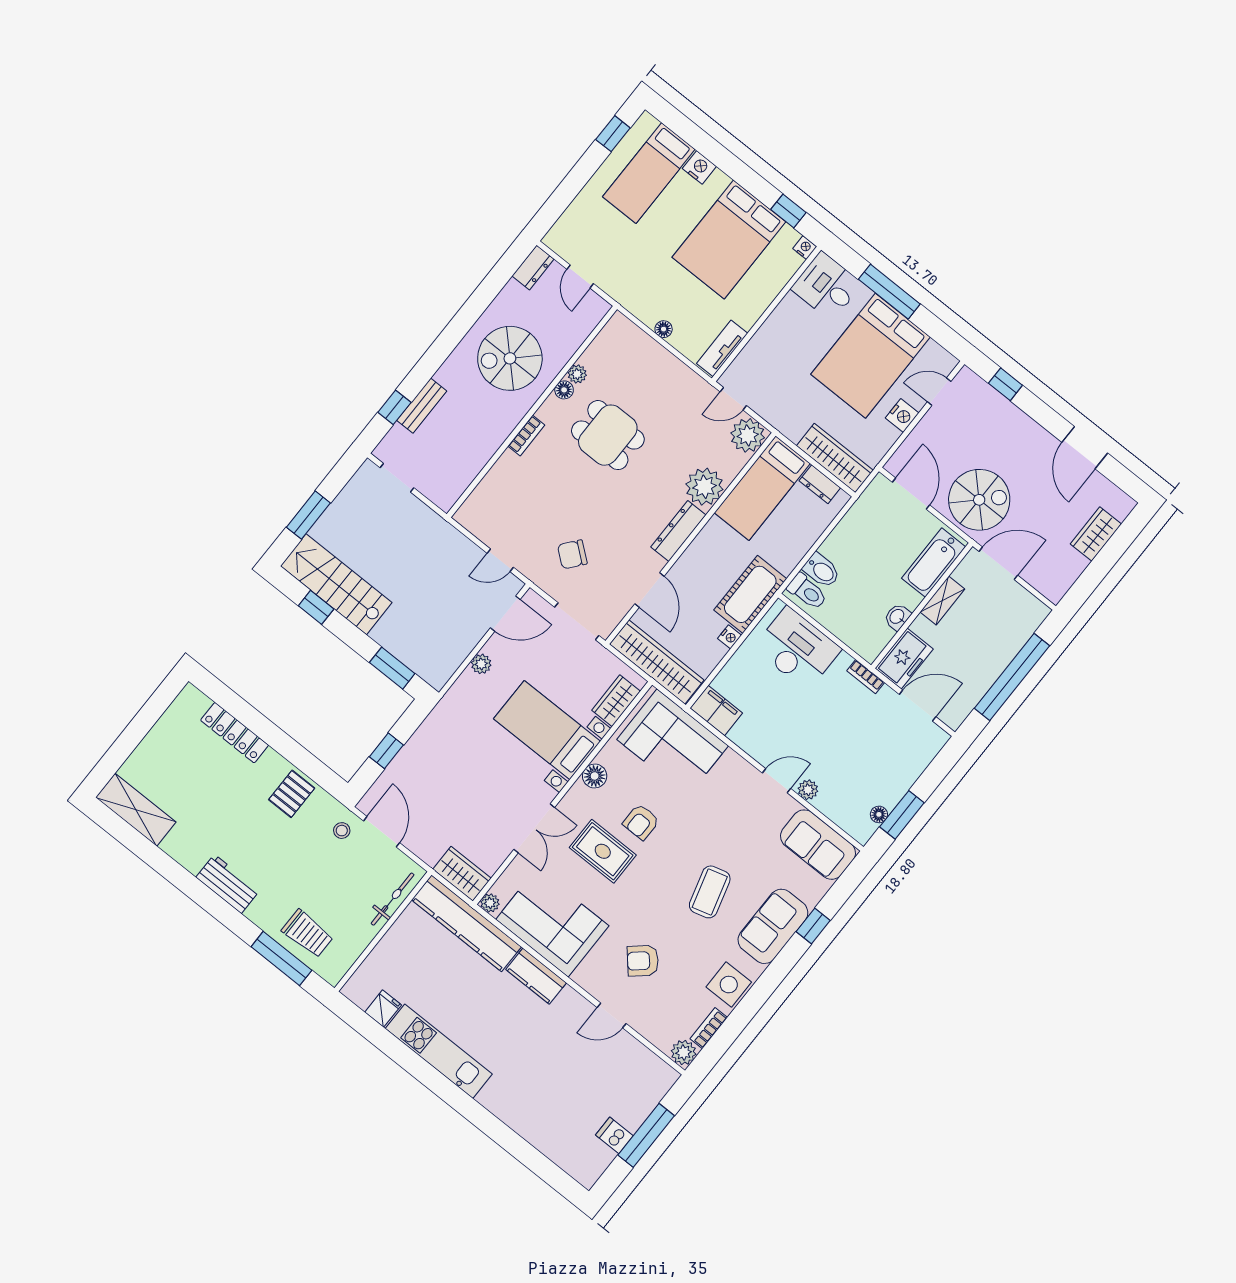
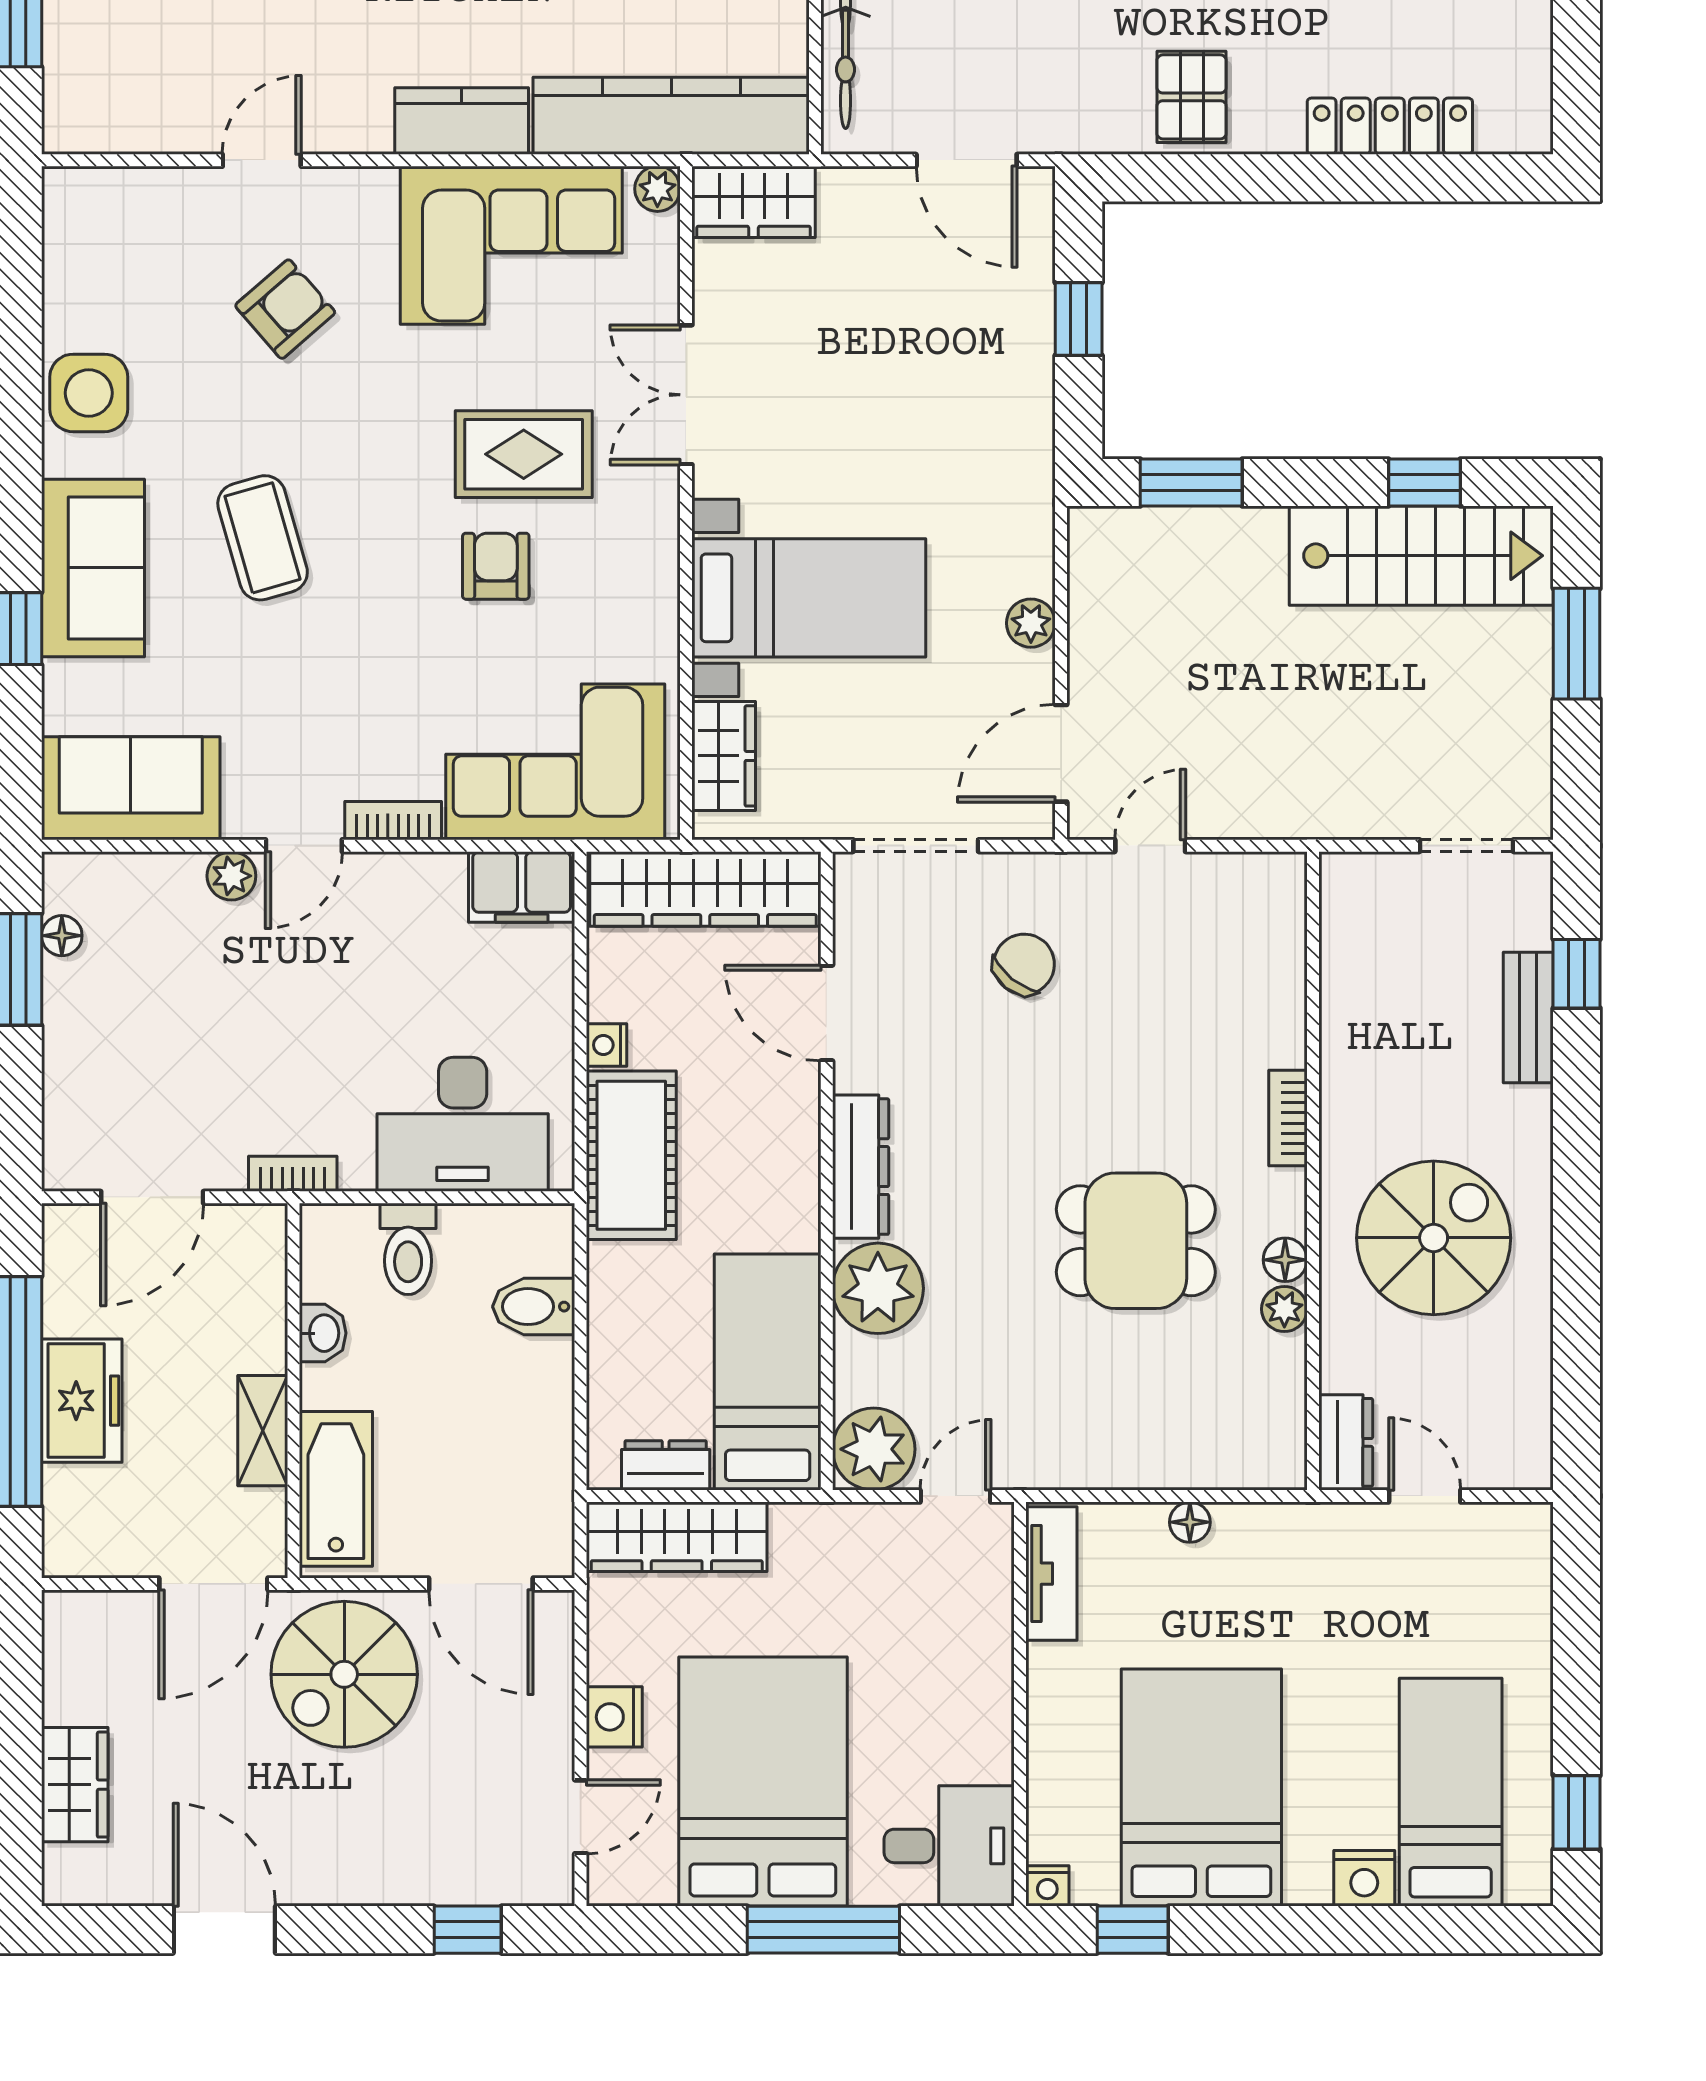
dresser: (533, 267) -> (1346, 1442), moved, turned 180
toilet: (807, 592) -> (408, 1249), moved, turned -90
freezer: (904, 659) -> (82, 1401), moved, turned 180
floor lamp: (595, 776) -> (651, 583), removed
stool: (342, 831) -> (1043, 103), removed
bookcase: (709, 1028) -> (393, 821), moved, turned -90
plant: (684, 1053) -> (72, 198), removed

